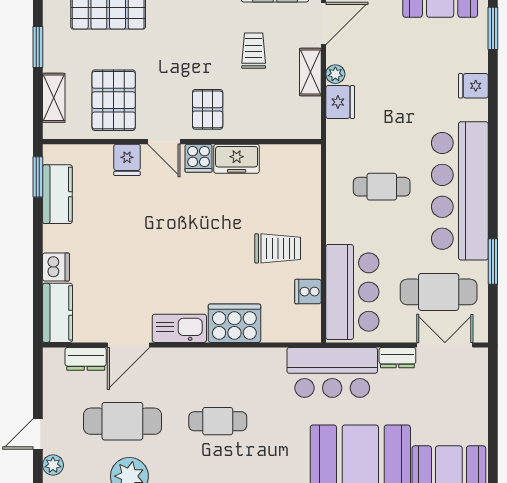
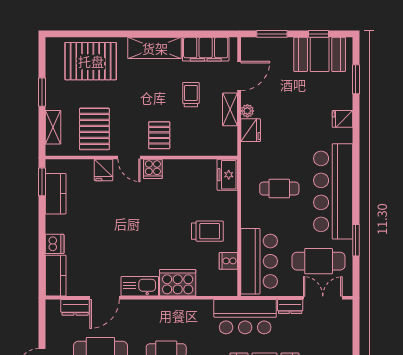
freezer: (237, 159) -> (227, 175), moved, turned 90

